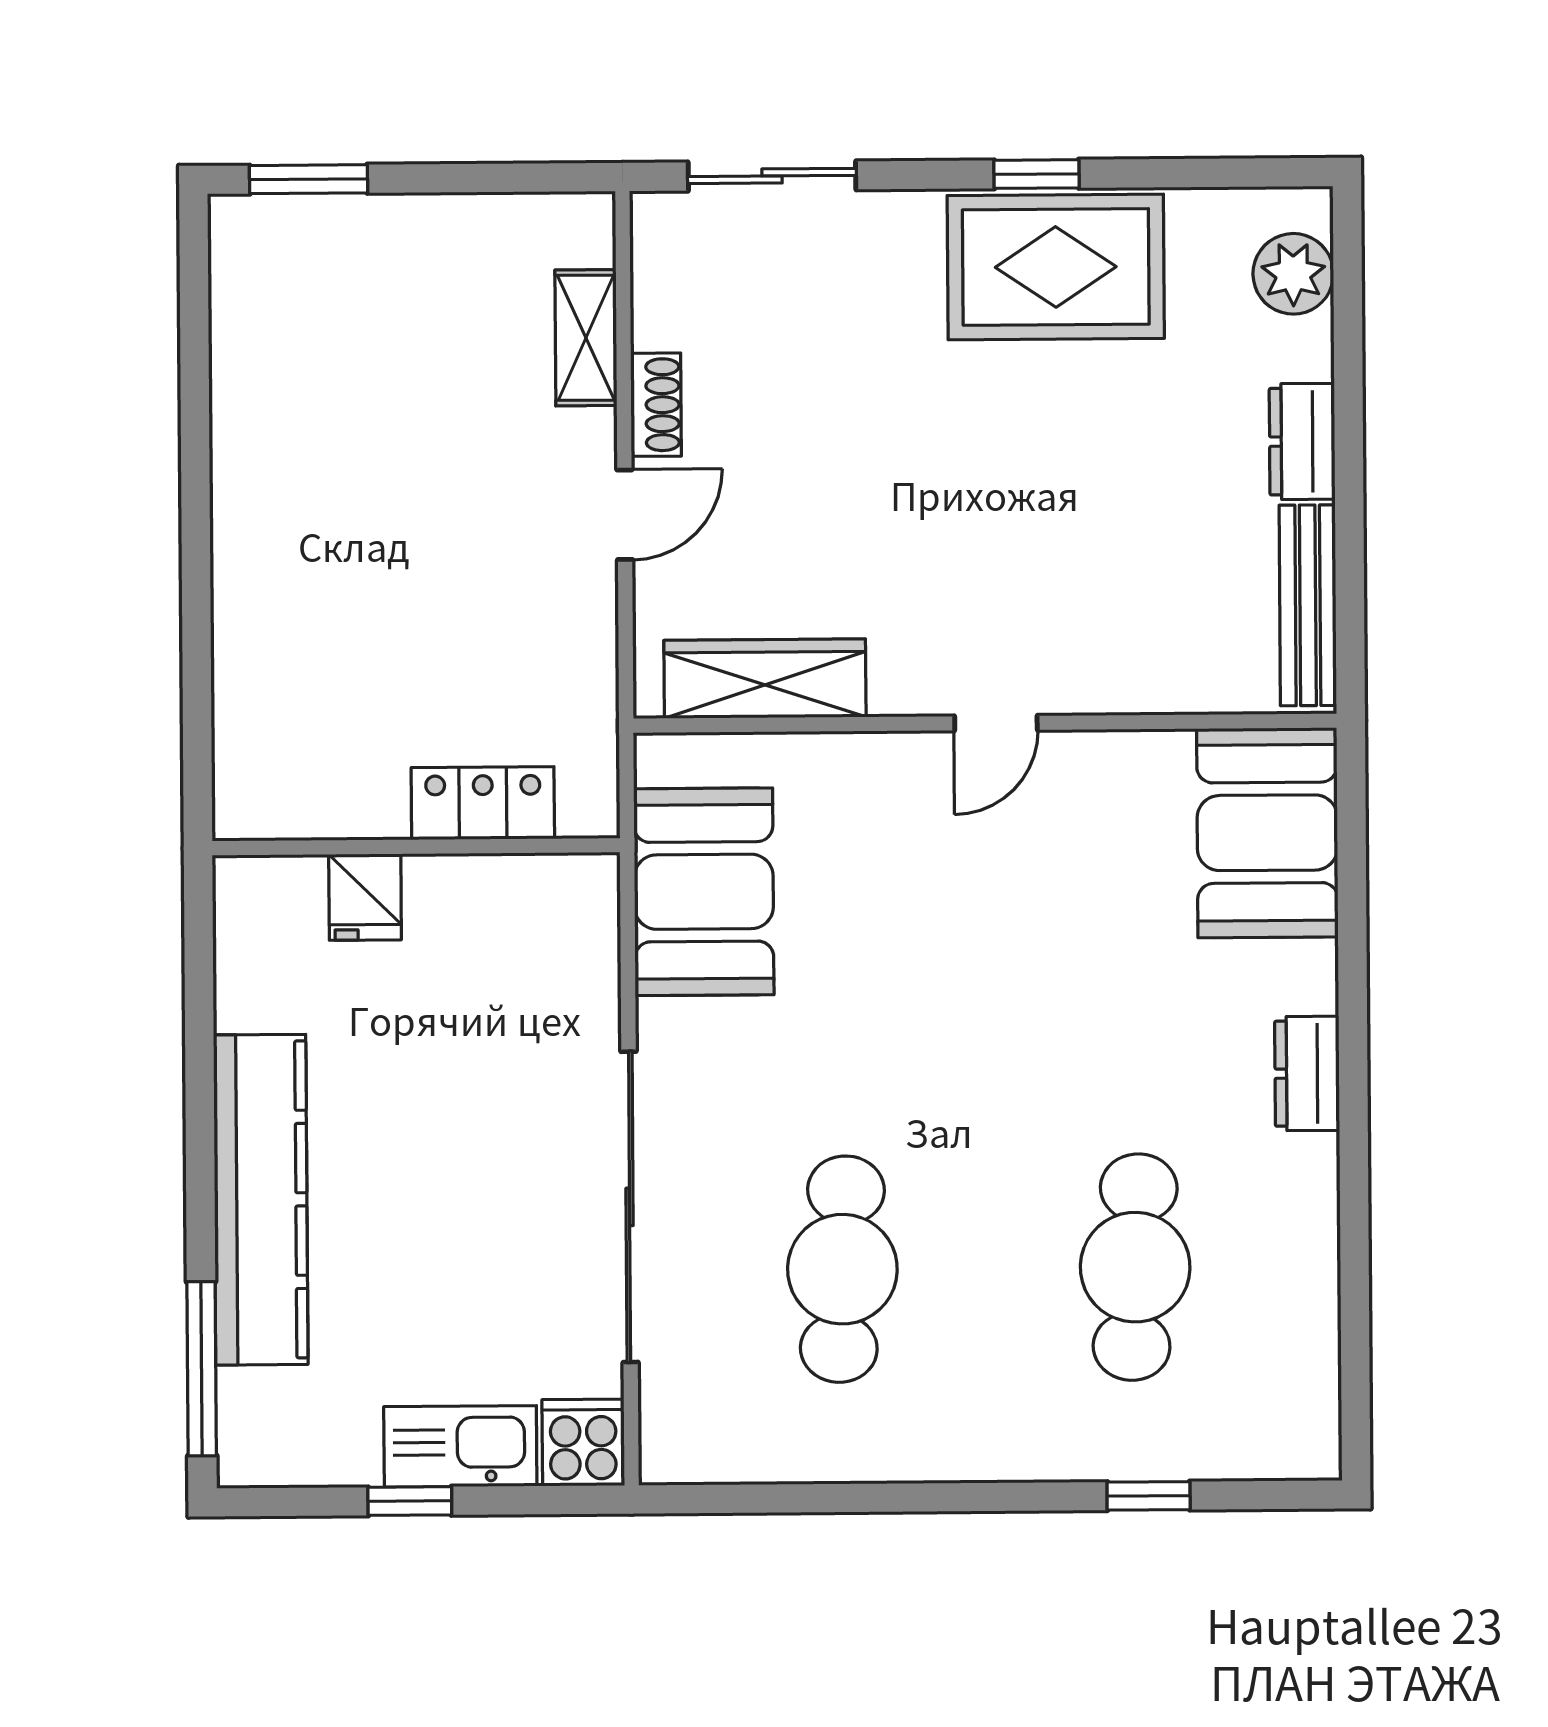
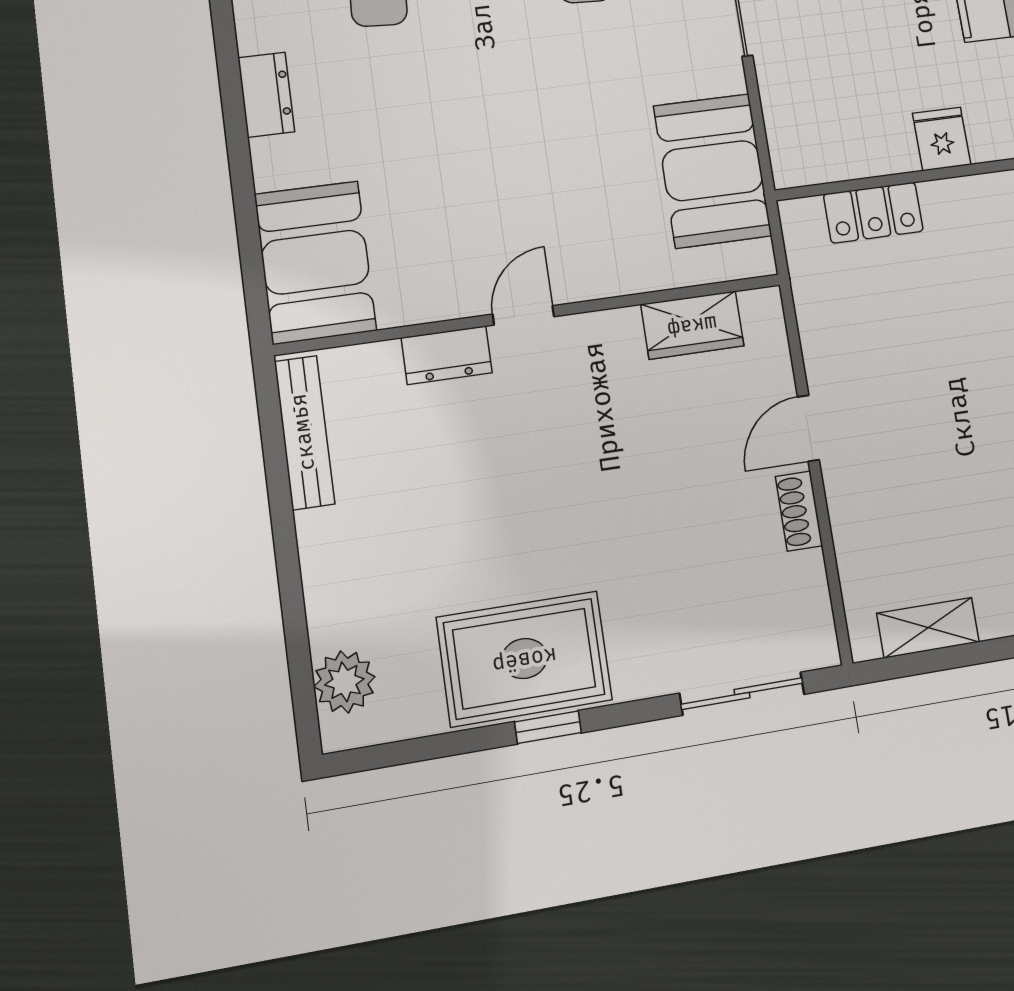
shelving: (586, 338) -> (928, 628), moved, turned 90
dresser: (1302, 441) -> (447, 355), moved, turned 90
wardrobe: (765, 679) -> (692, 325), width x0.67

